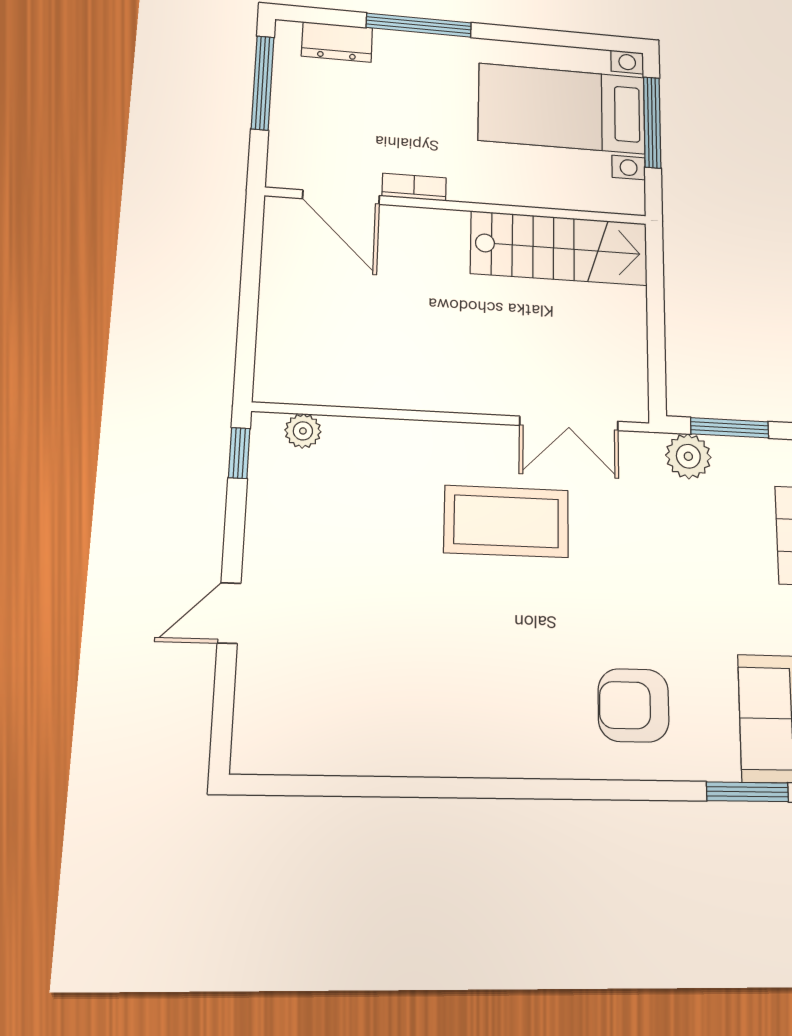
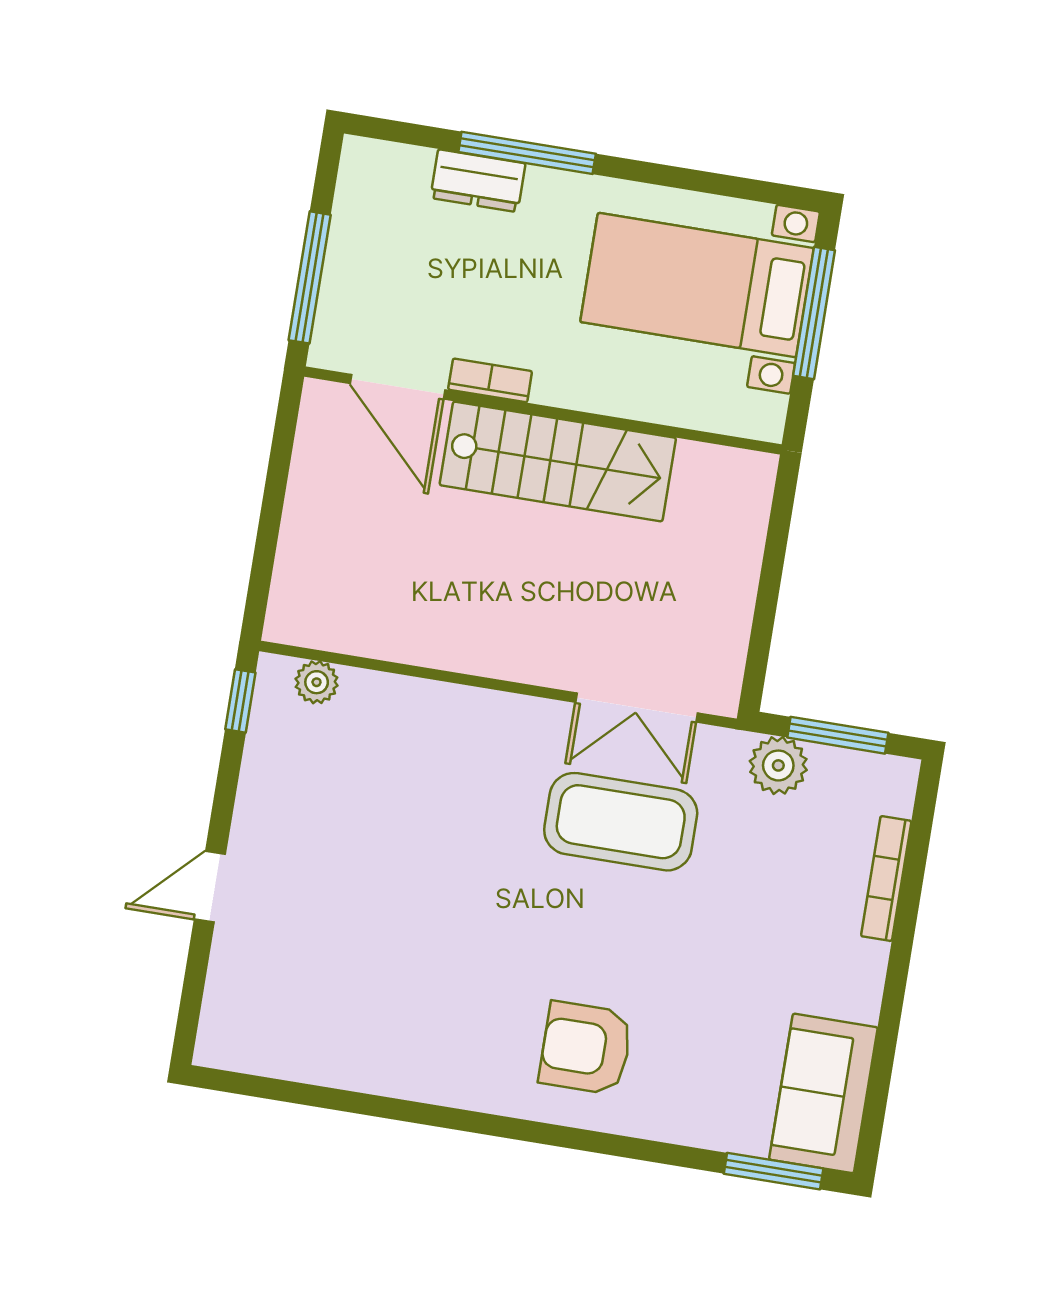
dresser: (337, 42) -> (478, 181), moved
window: (263, 83) -> (310, 277), moved
stairs: (559, 248) -> (558, 461), moved
coffee table: (506, 521) -> (621, 822), moved
armchair: (634, 705) -> (586, 1048), moved

